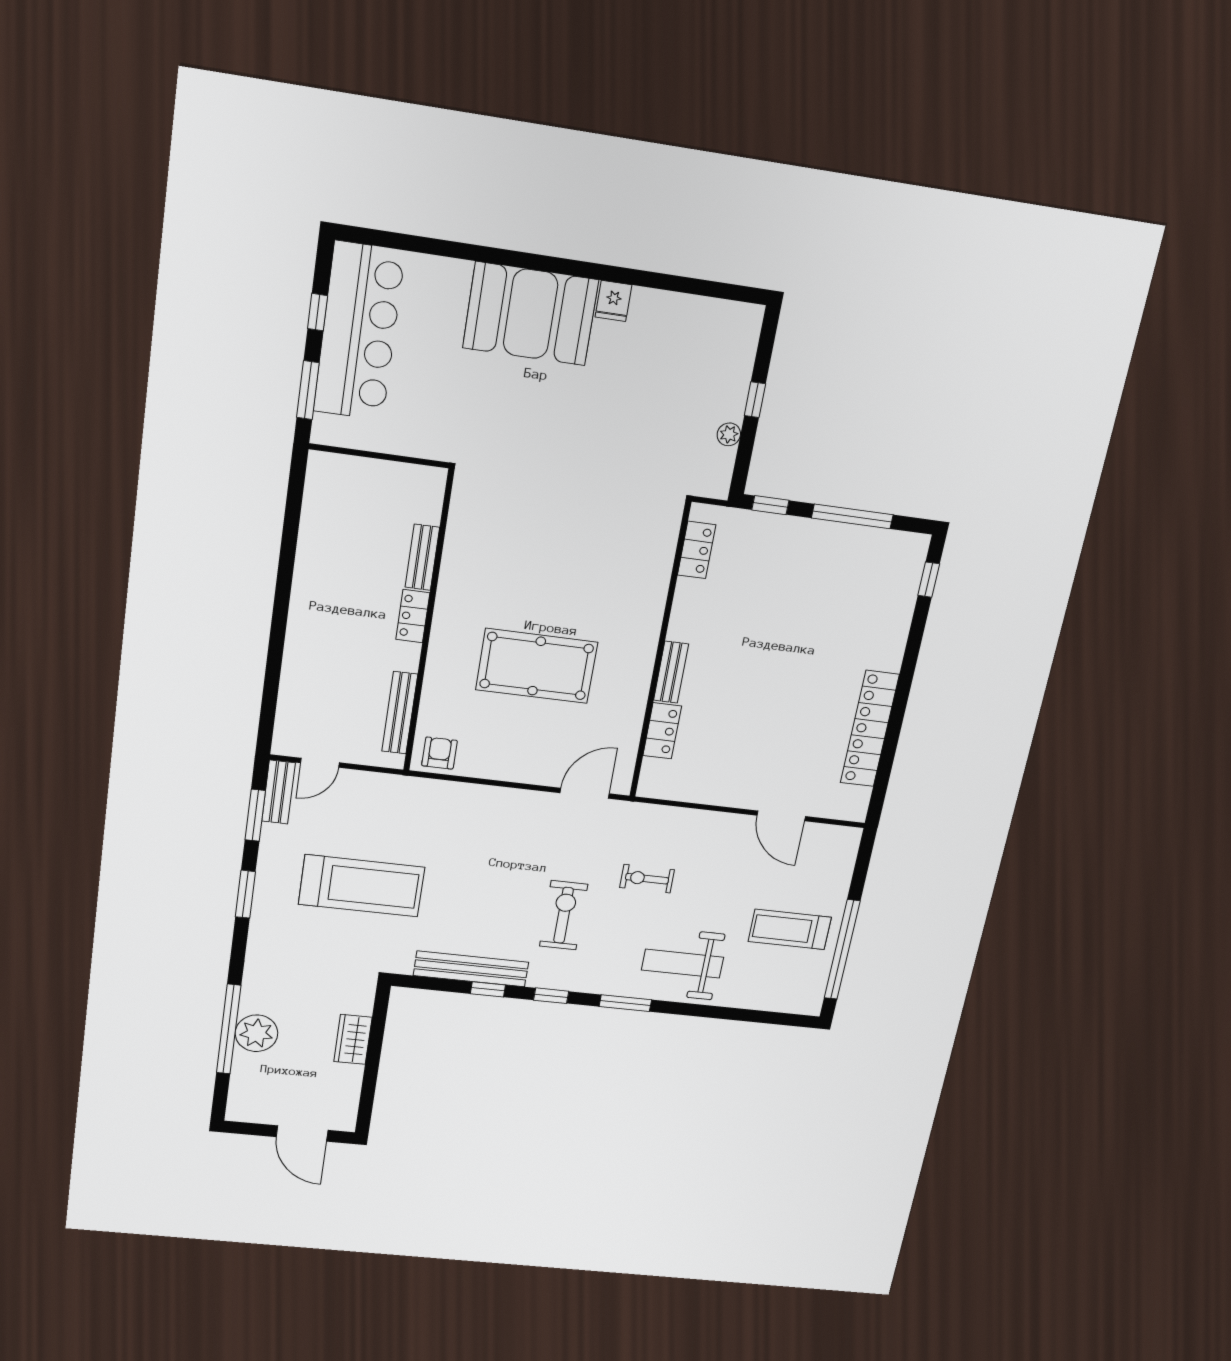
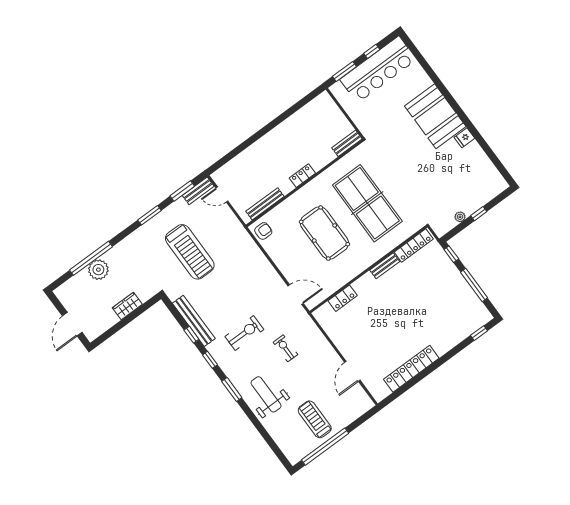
locker: (697, 550) -> (414, 246), width x1.53
bench: (422, 557) -> (347, 143), moved
table tennis table: (558, 558) -> (367, 203), added
bench: (671, 672) -> (385, 266), moved

